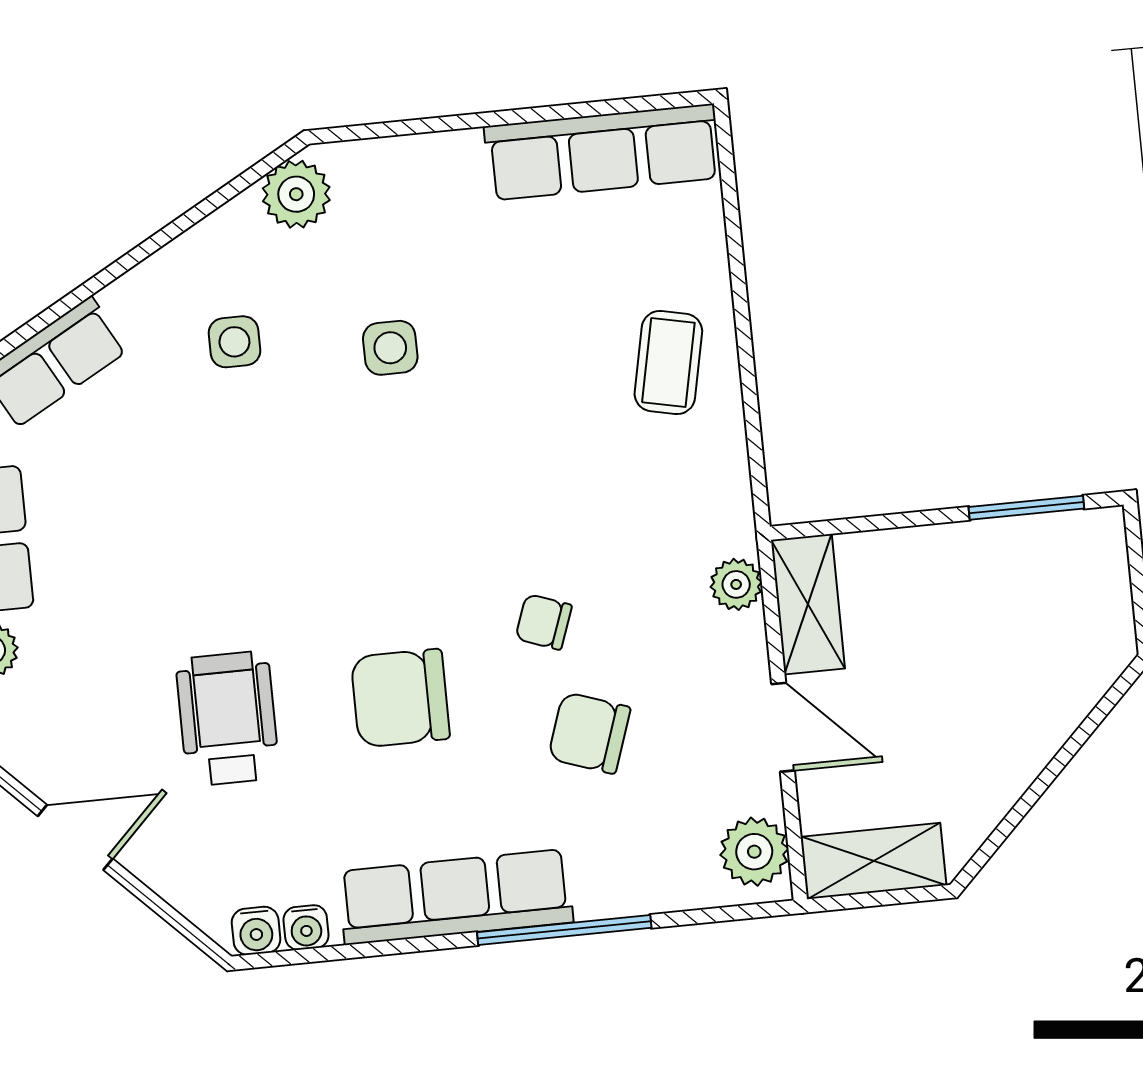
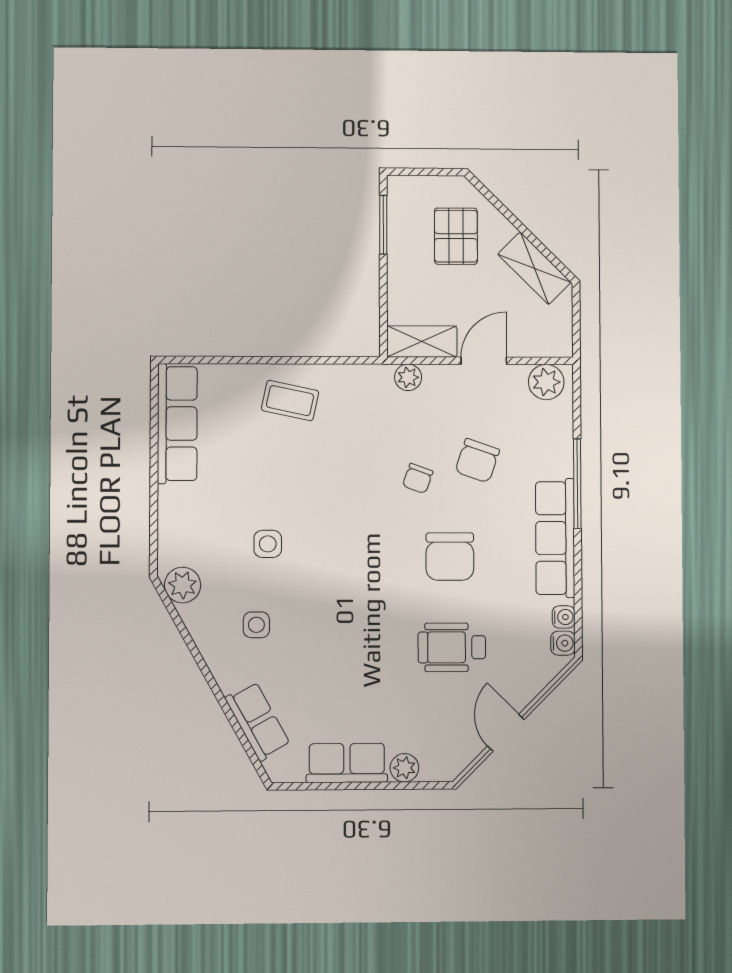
pallet: (1019, 650) -> (456, 236), added
shelving: (874, 861) -> (534, 268), moved, turned -45

